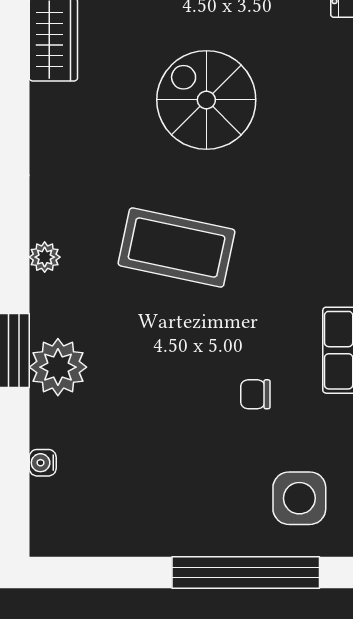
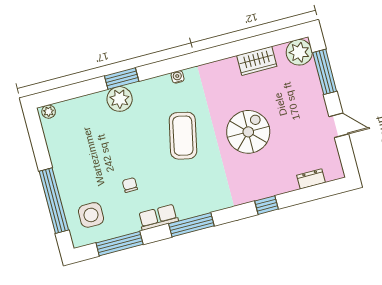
plant: (45, 257) -> (49, 112), moved
water cooler: (43, 463) -> (178, 77), moved

